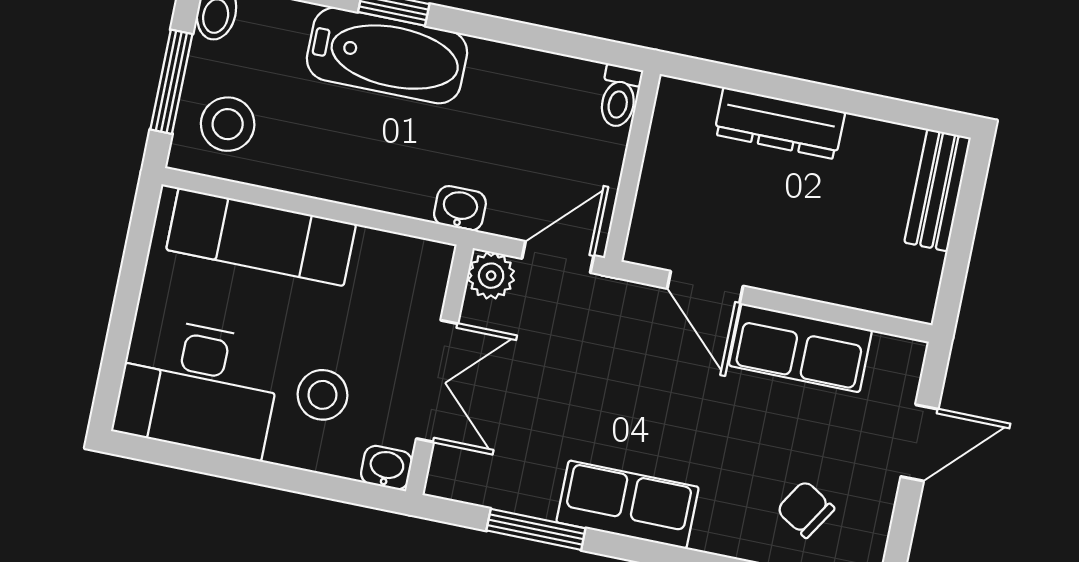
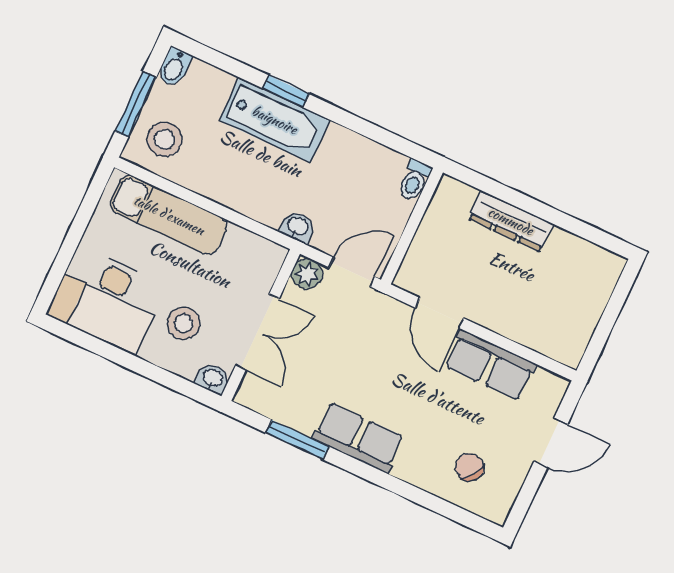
bench: (938, 190) -> (600, 287), removed

